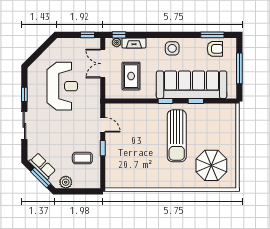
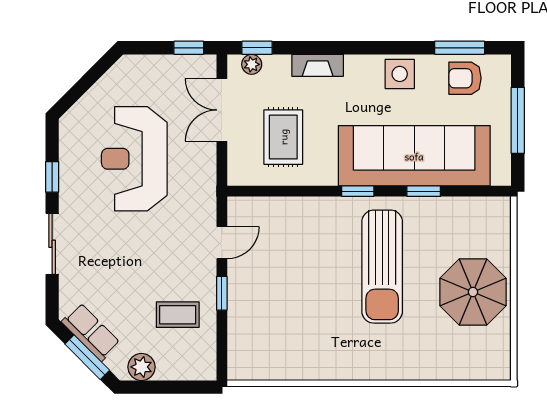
fireplace: (134, 43) -> (318, 65), moved
side table: (172, 48) -> (400, 74), moved
armchair: (215, 49) -> (465, 78), turned 180
reception desk: (62, 86) -> (134, 159), turned 180
door: (103, 125) -> (222, 243), hinge flipped
parasol: (211, 165) -> (473, 292), moved

